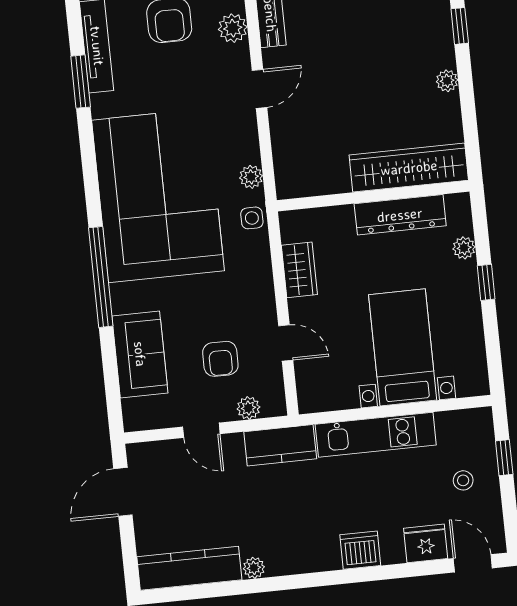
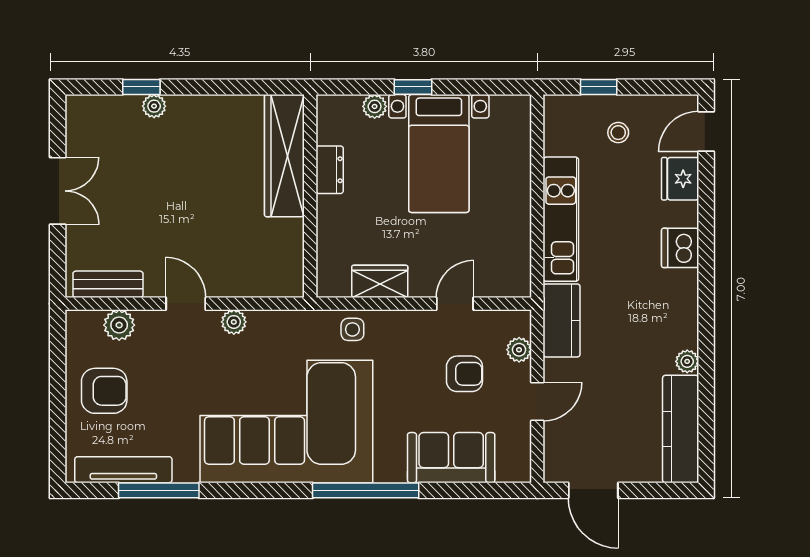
plant: (447, 81) -> (154, 106), moved
window: (81, 82) -> (159, 490), width x1.44
plant: (251, 177) -> (234, 322), moved
dresser: (400, 215) -> (330, 170), width x0.51, depth x0.80
side table: (252, 218) -> (352, 329), moved
bed with nightstands: (403, 347) -> (439, 154), moved, turned -90

